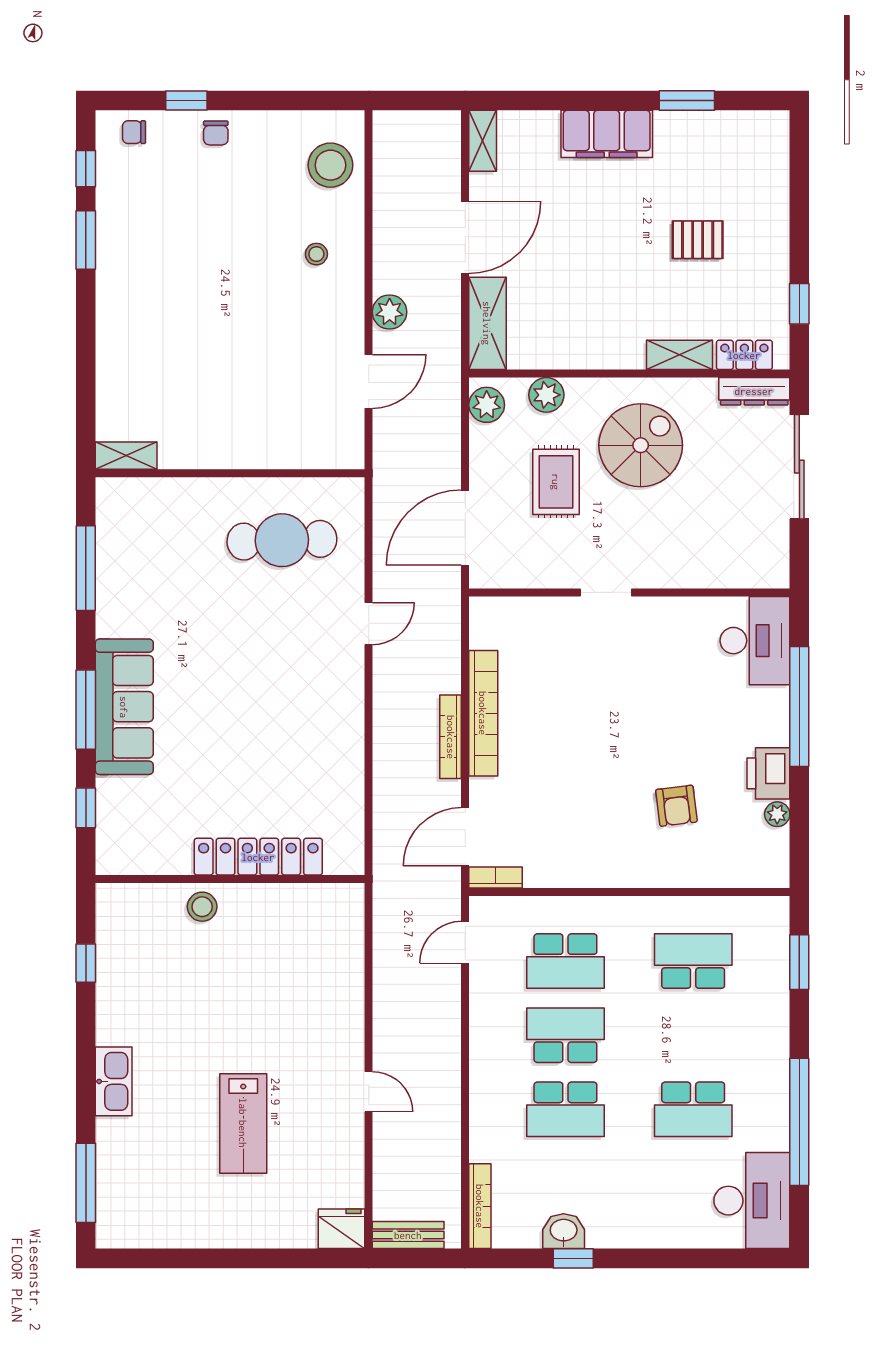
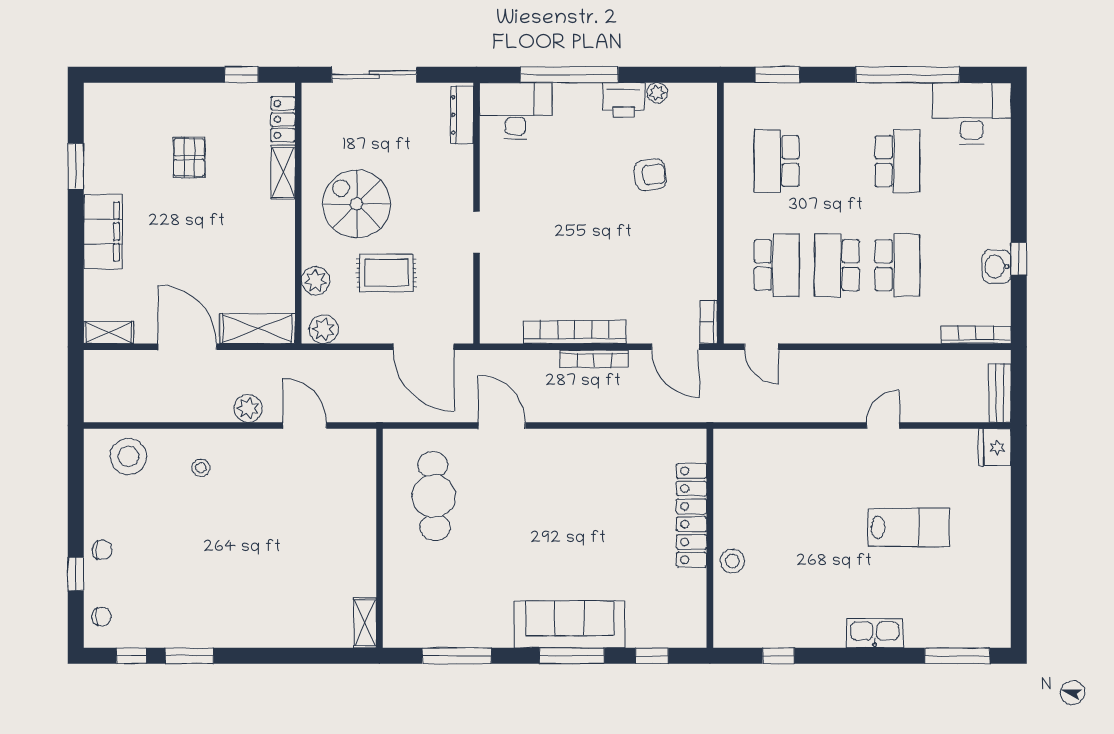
chair: (134, 132) -> (102, 616), turned -90
dresser: (754, 391) -> (462, 115), moved, turned 180
door: (369, 624) -> (502, 426), width x1.38

